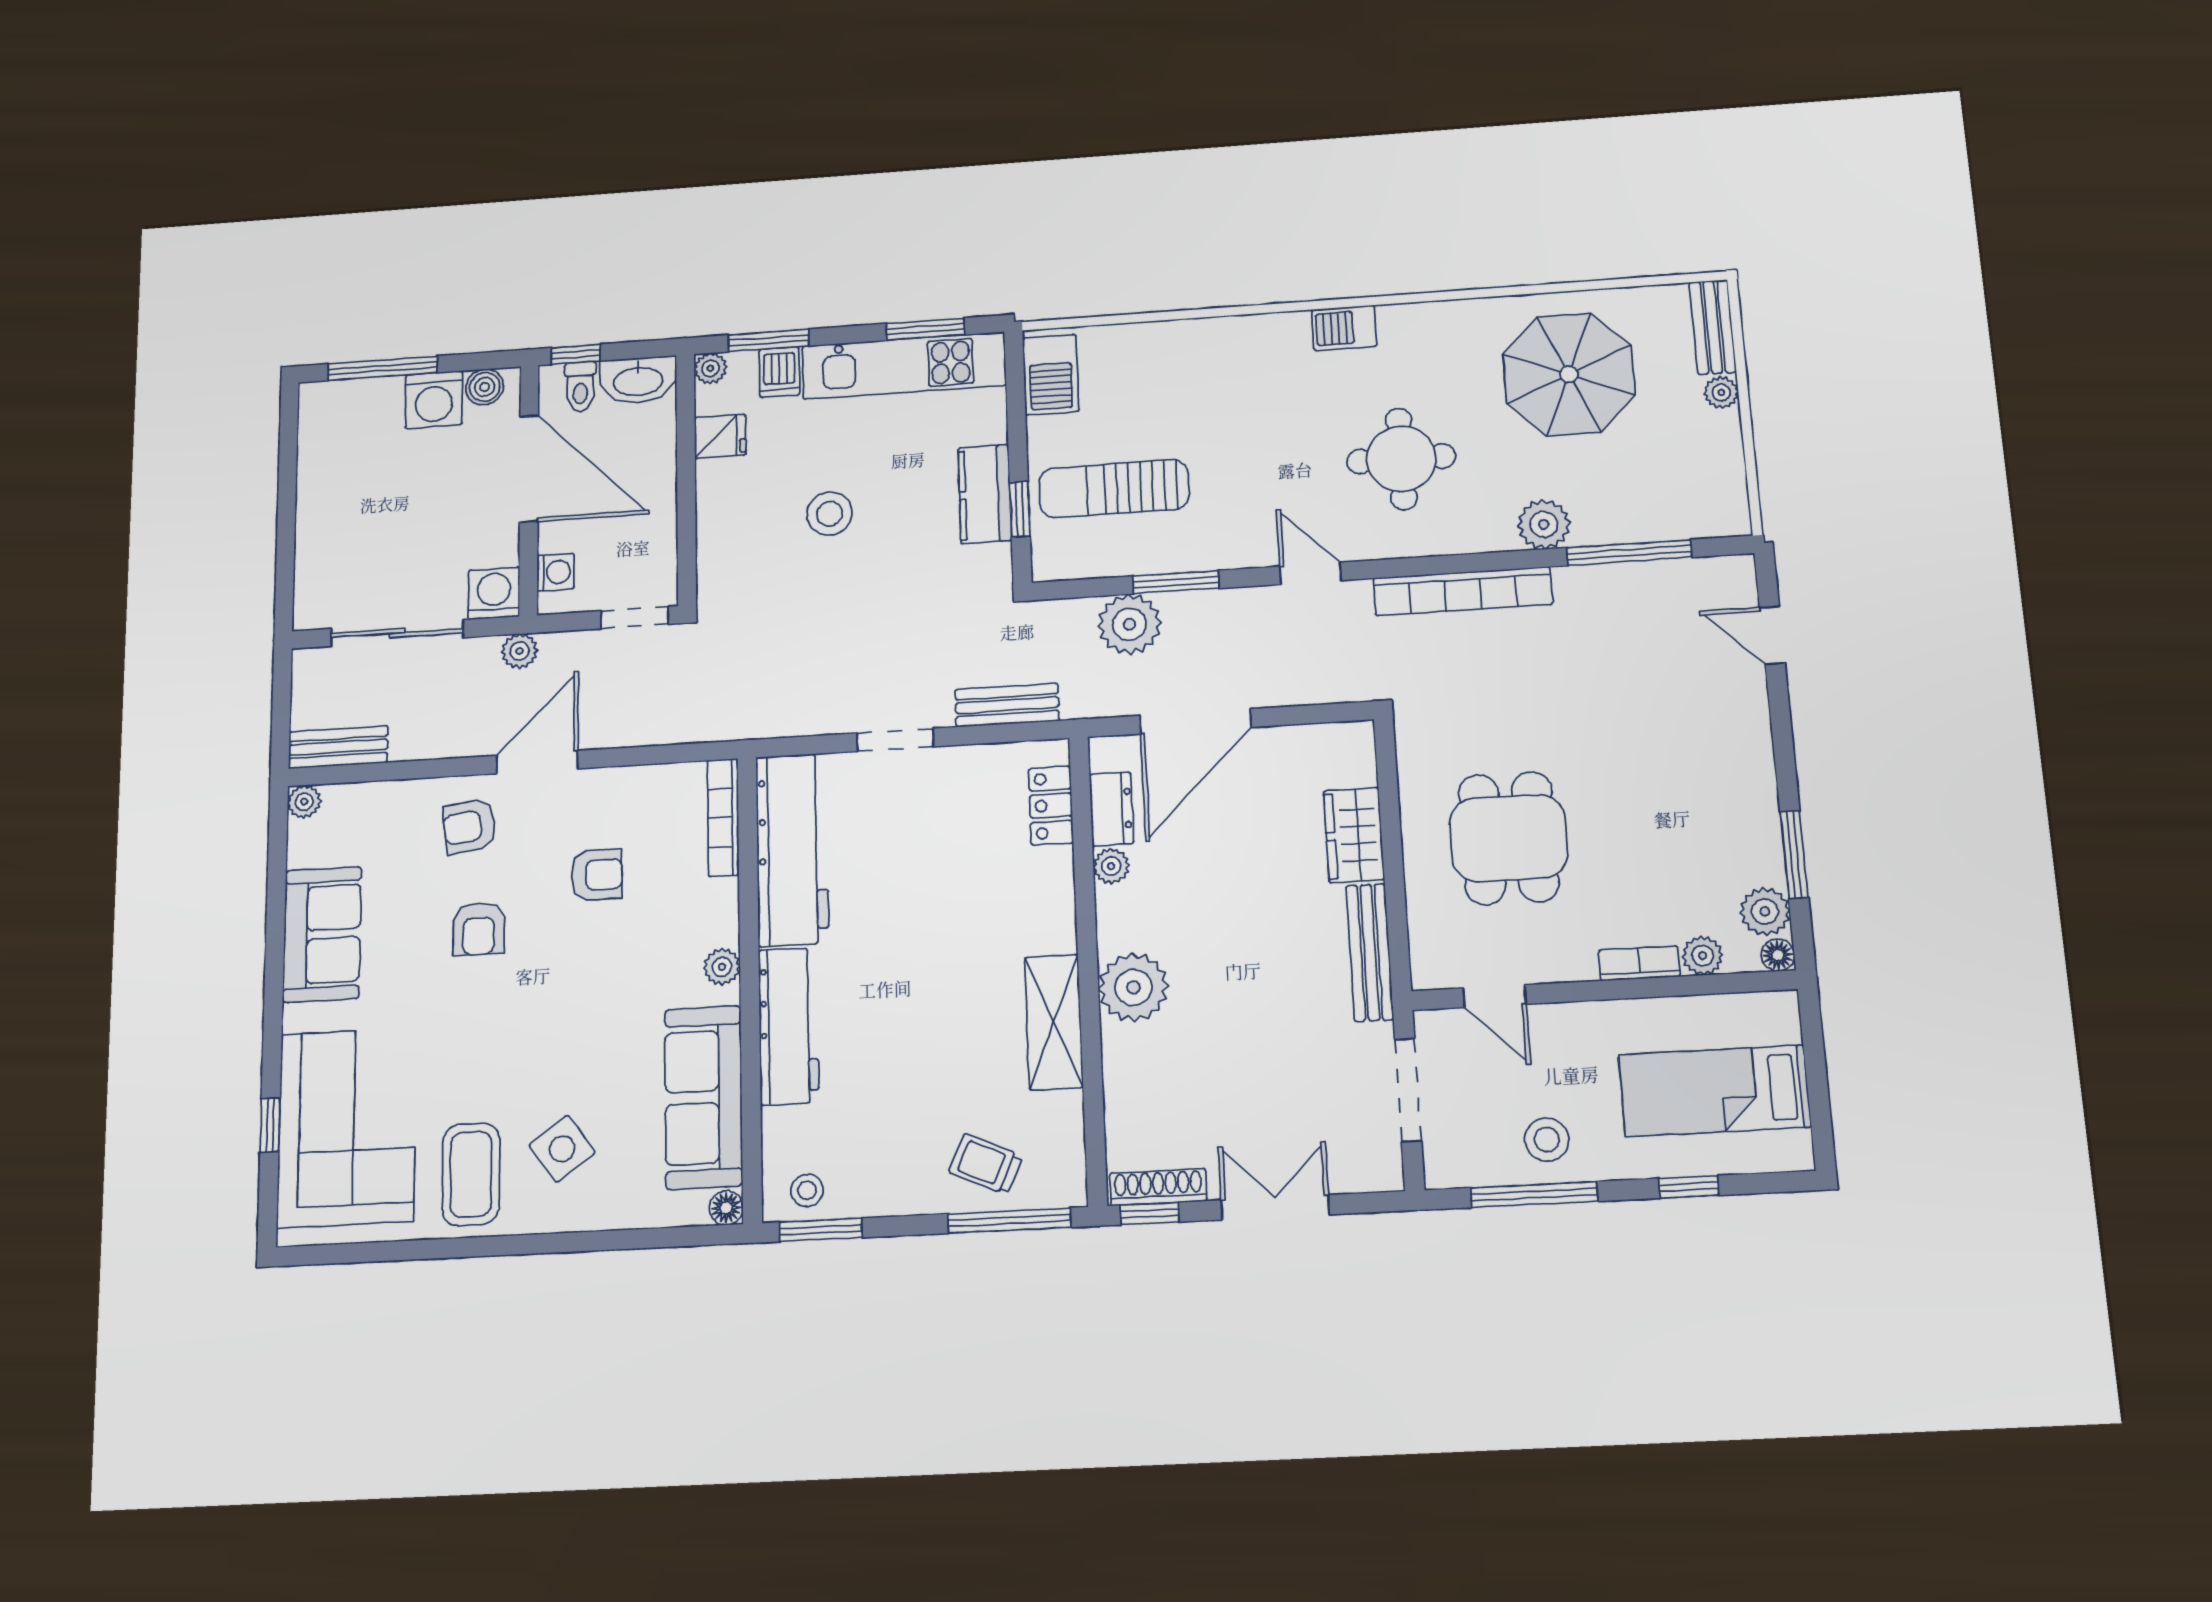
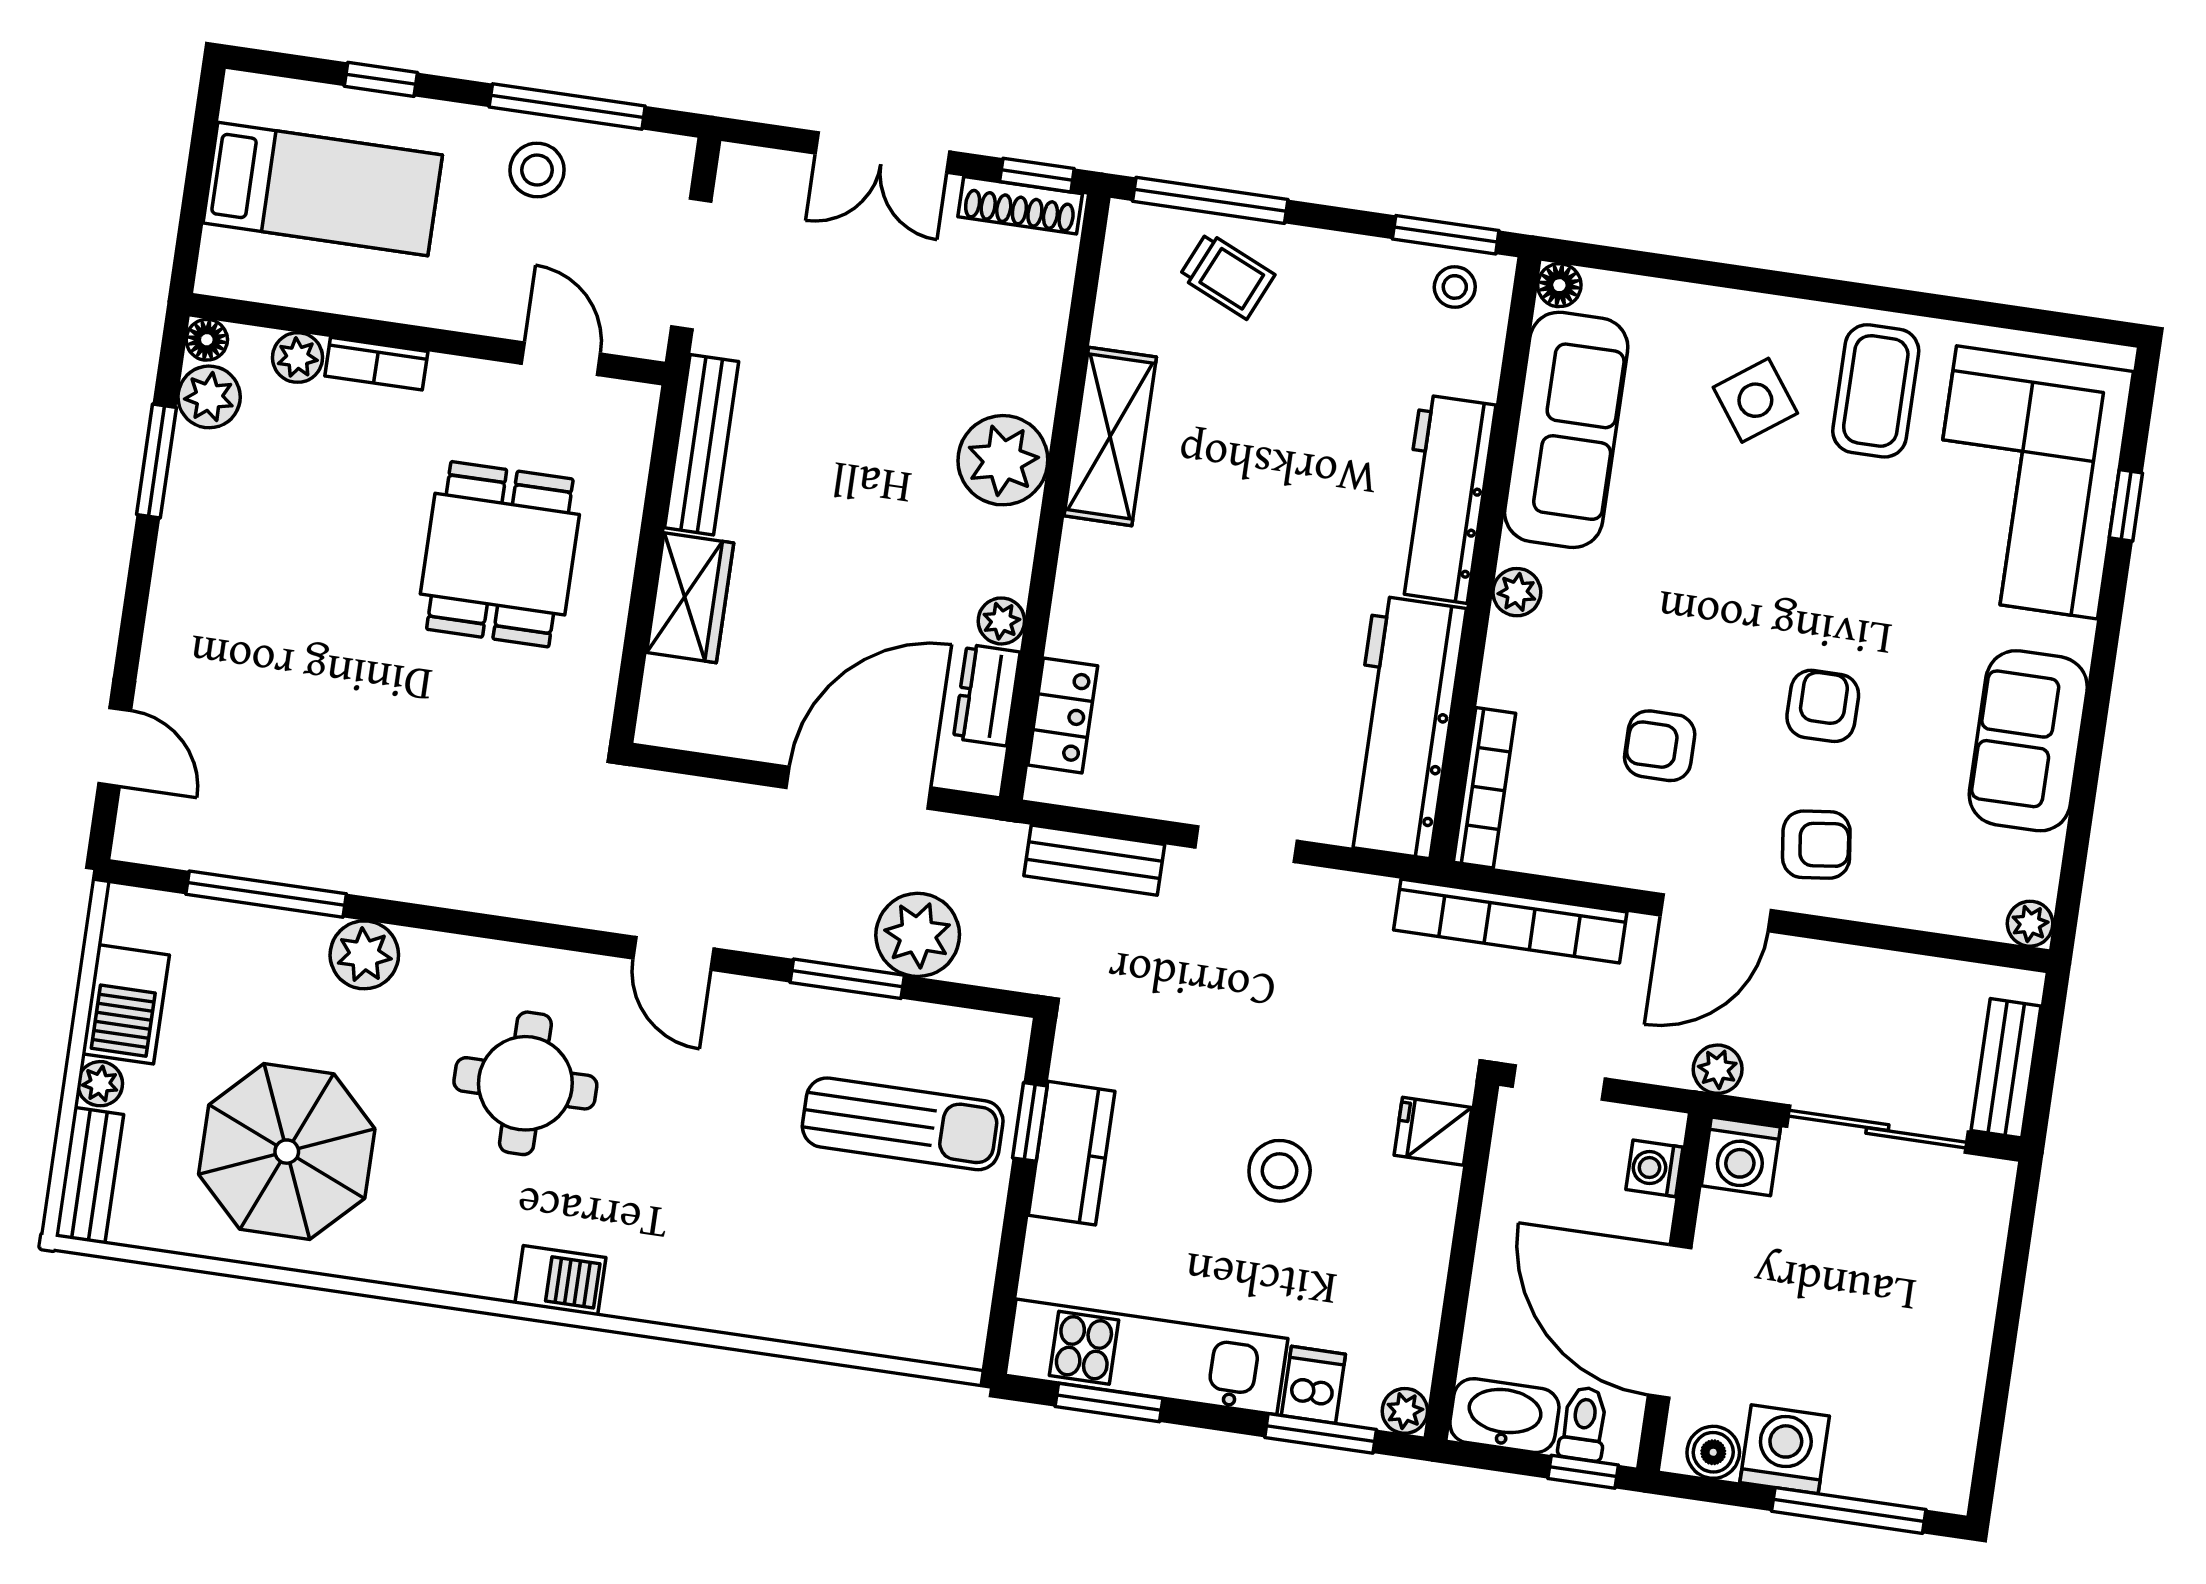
barbecue: (1051, 375) -> (126, 1004), moved, turned 180
fridge: (720, 436) -> (1433, 1131), moved
bookcase: (1463, 591) -> (1510, 921), moved, turned 180
bench: (338, 747) -> (2006, 1068), moved, turned 90

